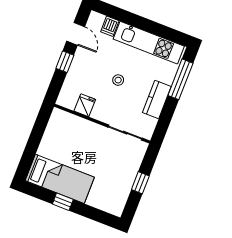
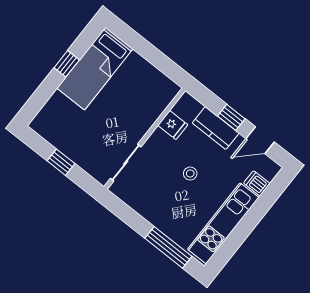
kitchen counter: (157, 100) -> (216, 128), moved, turned 180

